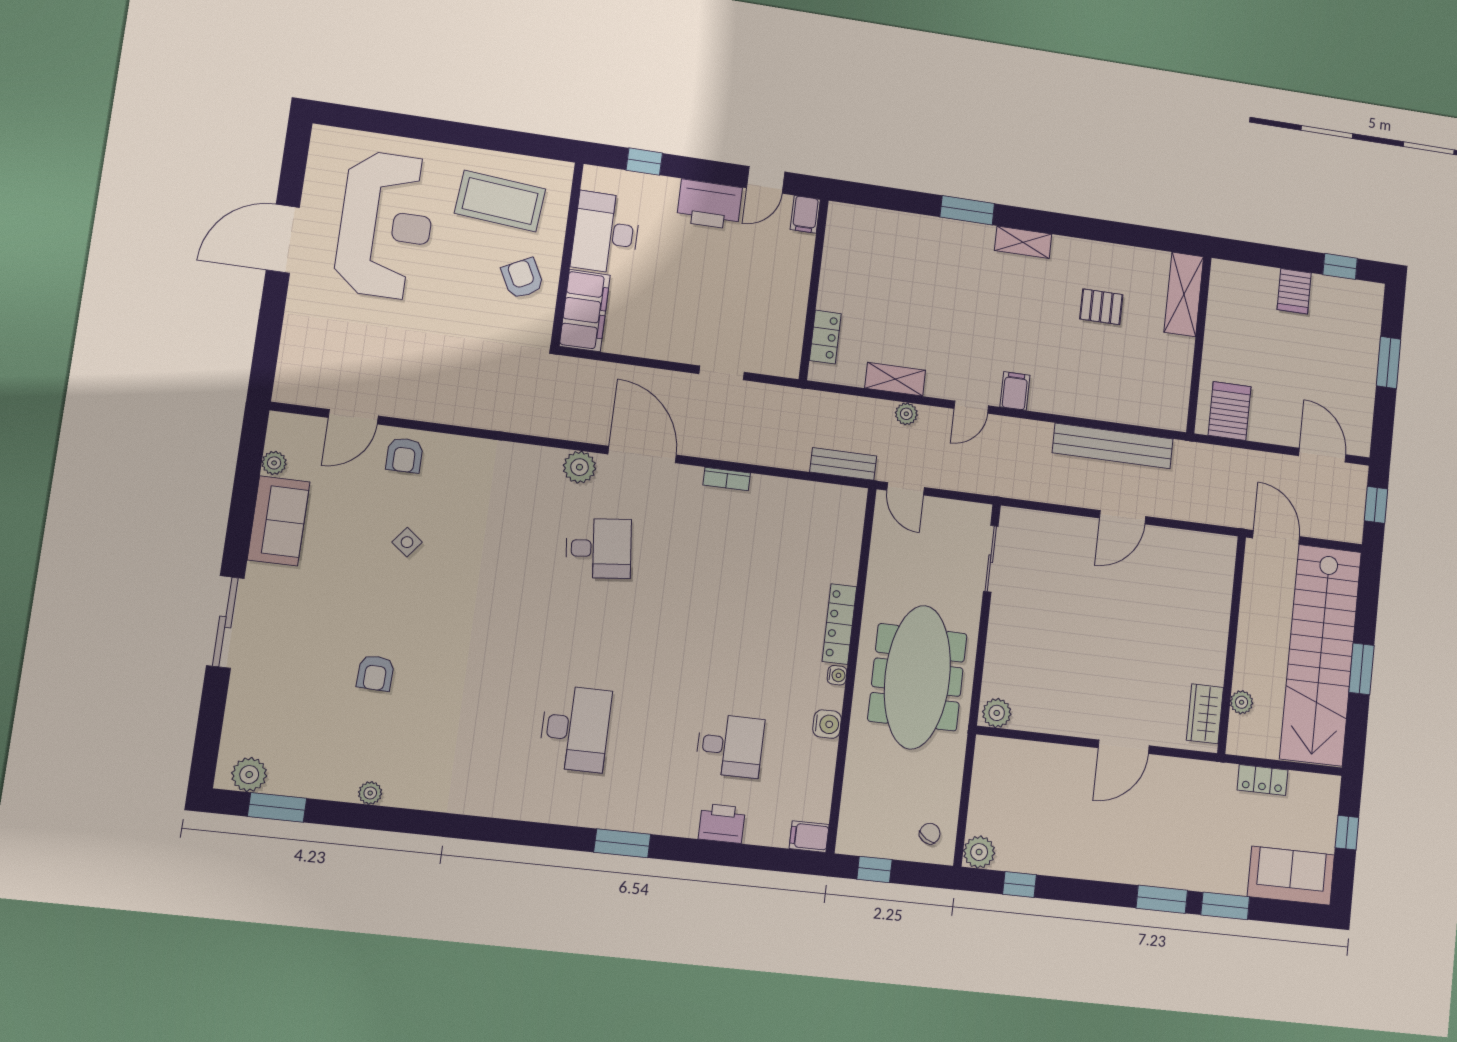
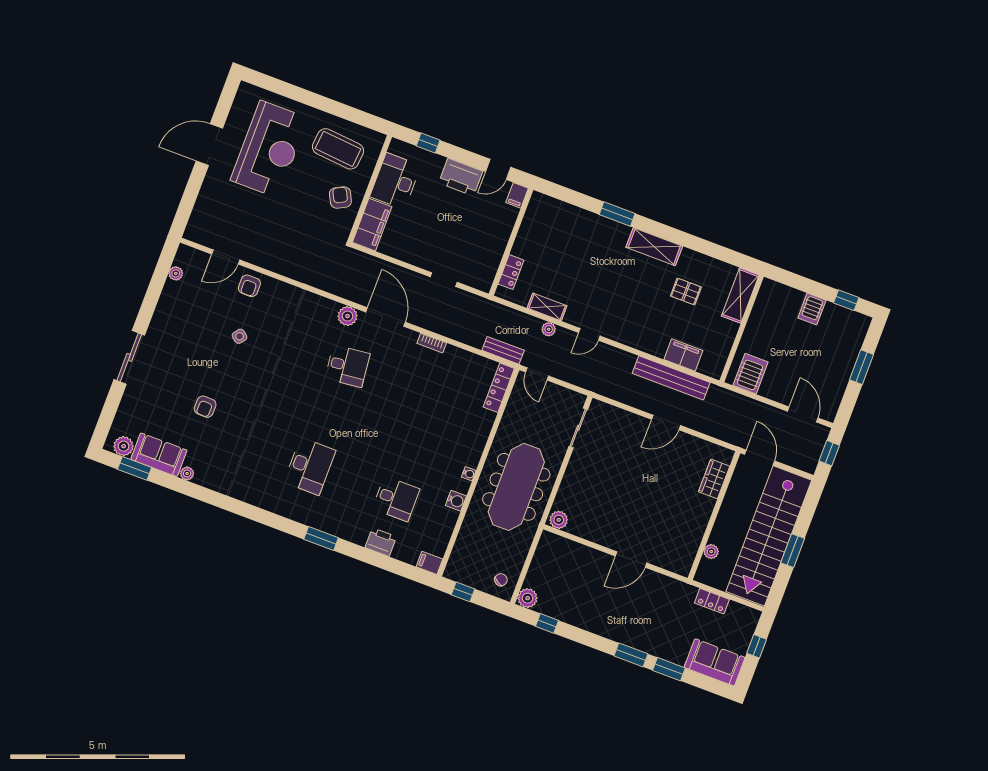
shelving: (1023, 242) -> (654, 247), width x1.50, depth x1.33
filing cabinet: (1015, 391) -> (683, 355), moved, width x2.00
sofa: (279, 521) -> (159, 455), moved, turned -90
locker: (839, 624) -> (499, 388), moved
wardrobe: (1205, 714) -> (714, 479), moved

